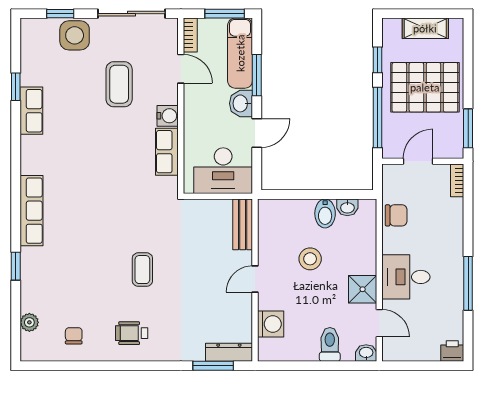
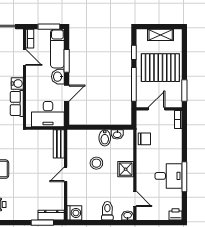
desk: (406, 277) -> (169, 176), moved, turned 180
shower: (363, 289) -> (126, 169), moved
washing machine: (271, 324) -> (74, 213), moved

